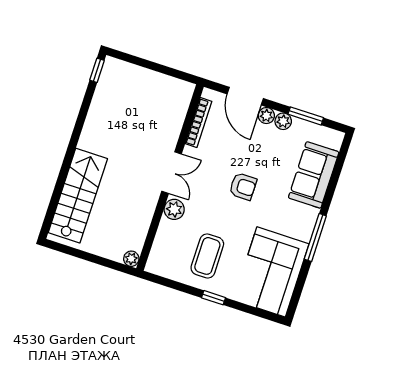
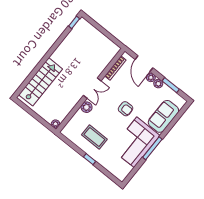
coffee table: (207, 256) -> (94, 137), turned 90
corner sofa: (271, 272) -> (135, 142), moved

